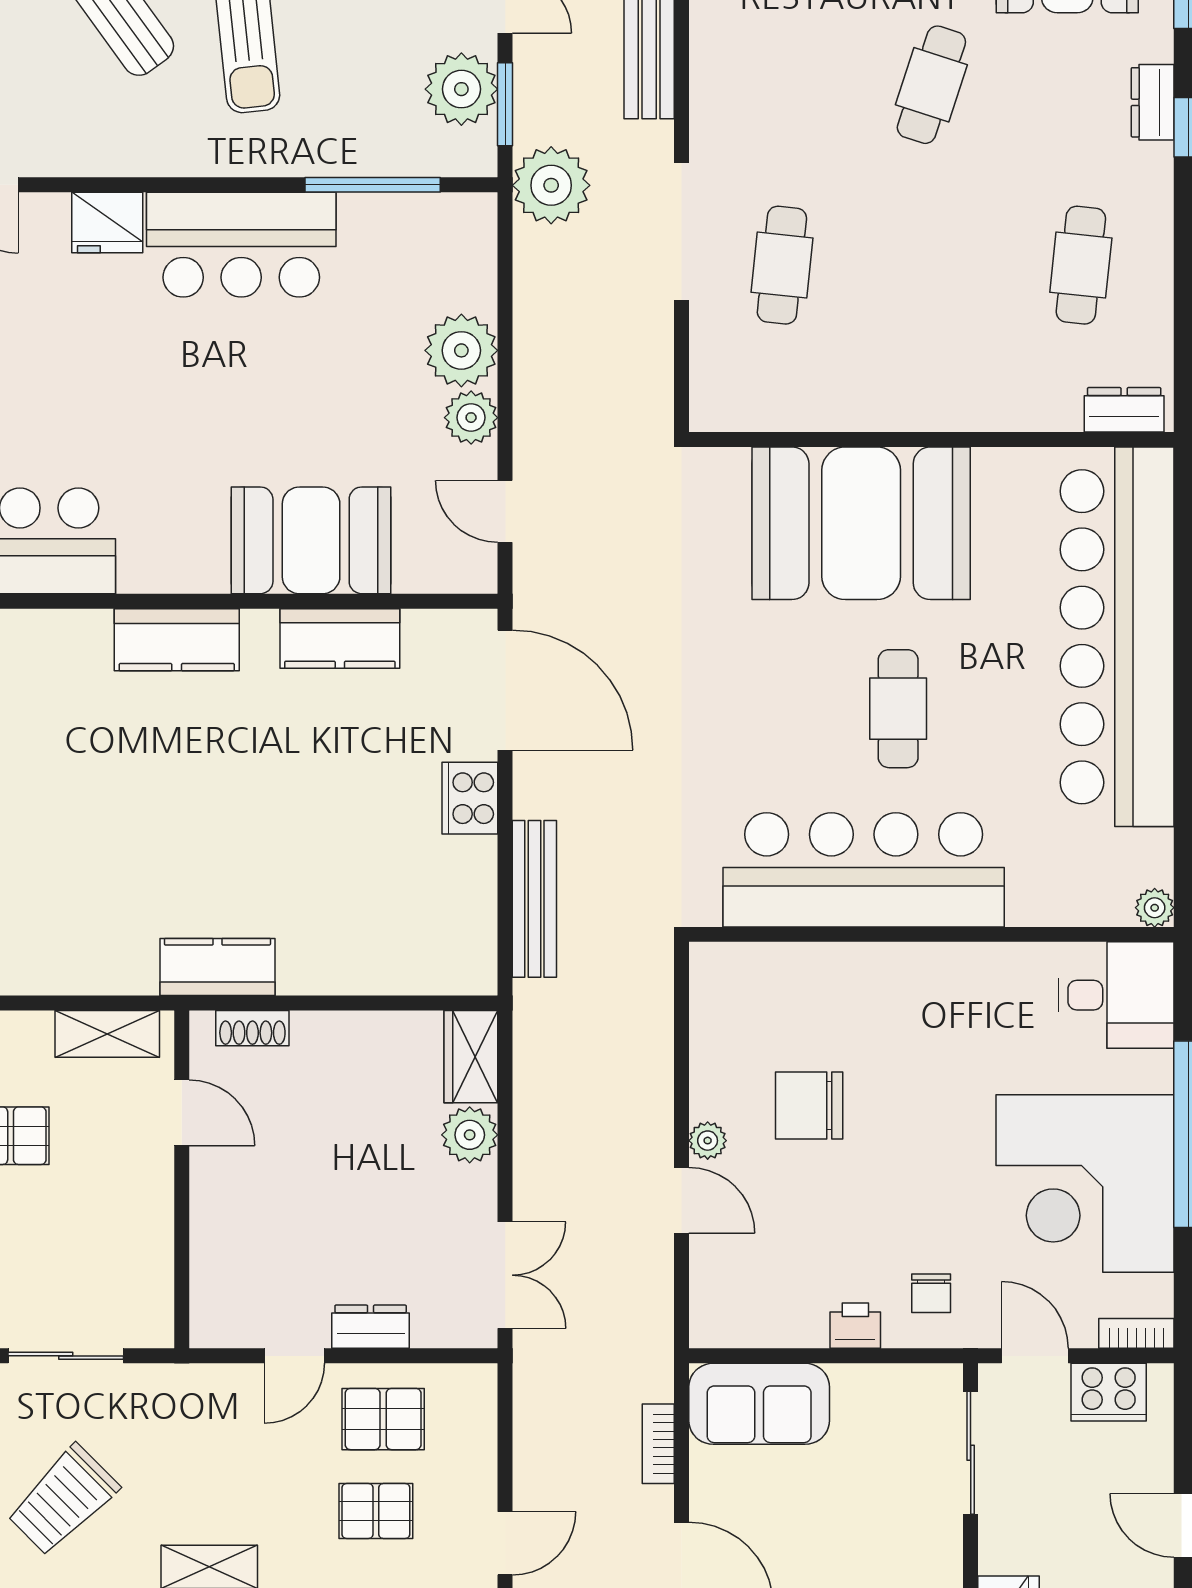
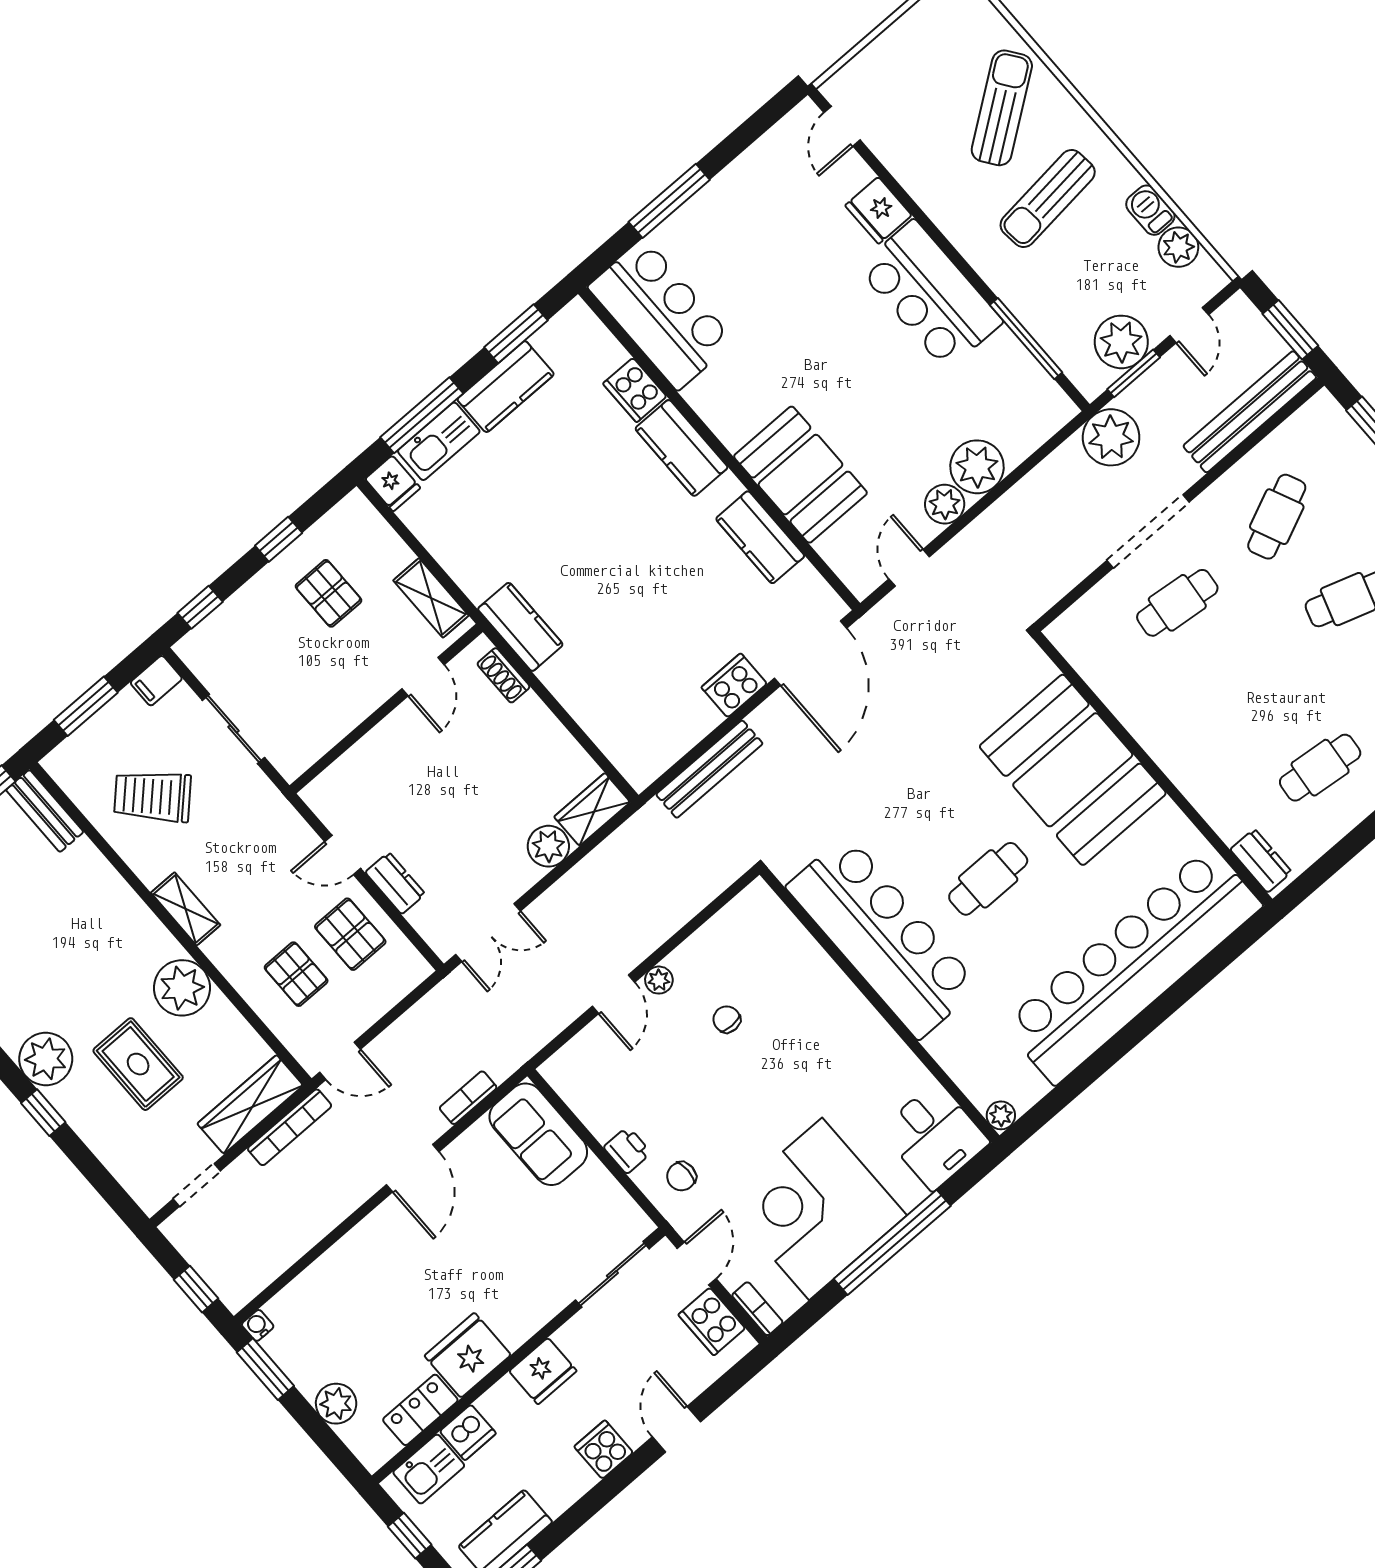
cafe table: (782, 85) -> (1277, 517), added
cooker: (75, 636) -> (635, 390), added
chair: (809, 1106) -> (727, 1019), width x0.54, depth x0.54

